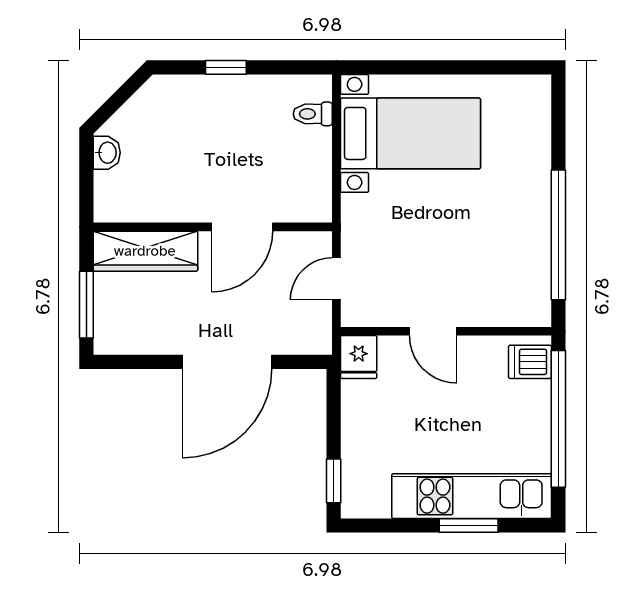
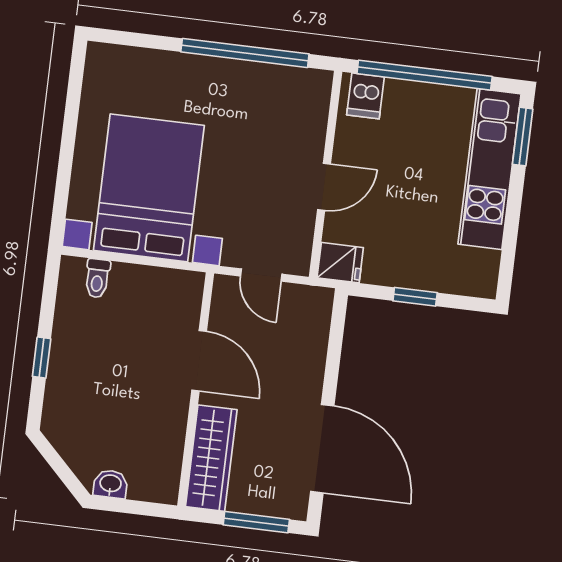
bed with nightstands: (410, 133) -> (149, 188), width x1.36
door: (227, 362) -> (322, 449), moved
window: (334, 481) -> (415, 297), moved
window: (469, 526) -> (523, 137), moved

